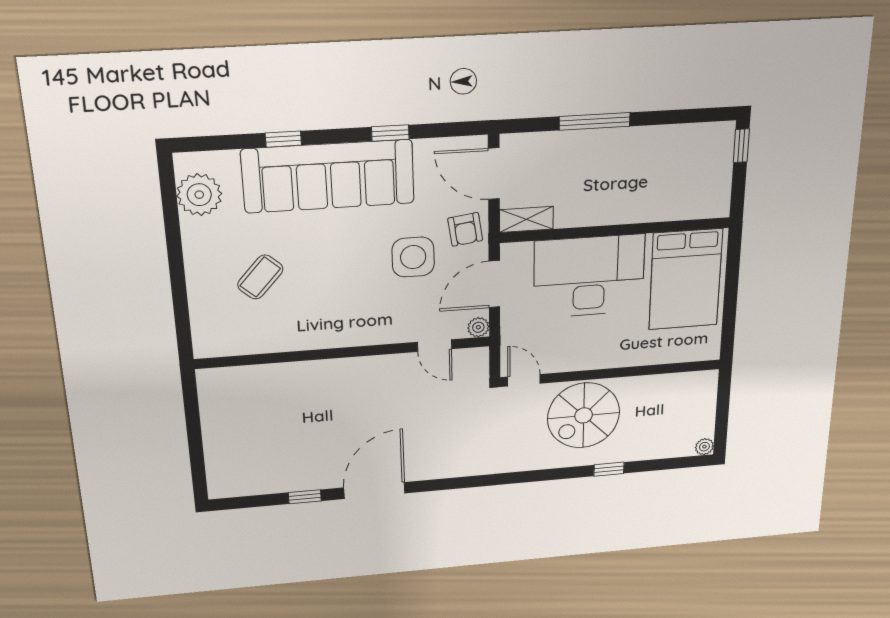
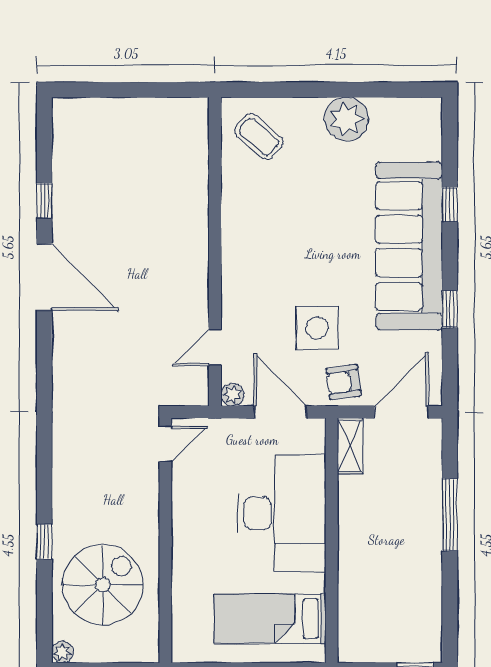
plant: (199, 195) -> (346, 119), moved
coffee table: (260, 277) -> (259, 137), moved
bed: (685, 279) -> (270, 619), width x0.67
spiral stairs: (584, 415) -> (103, 585), moved, turned 90

